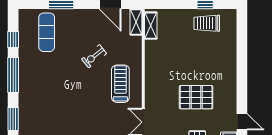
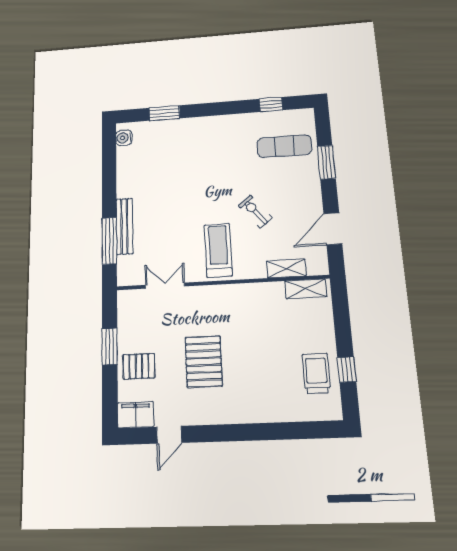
shelving: (136, 22) -> (286, 269), moved
window: (13, 75) -> (223, 108), removed
treadmill: (120, 84) -> (218, 250), turned -90

